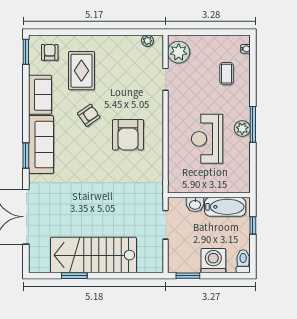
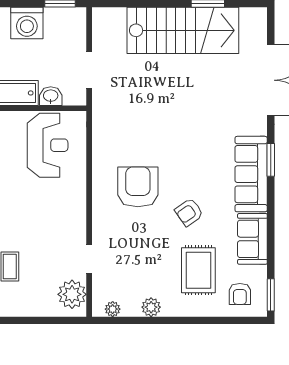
plant: (118, 42) -> (151, 307), added
reception desk: (207, 139) -> (48, 145), moved

